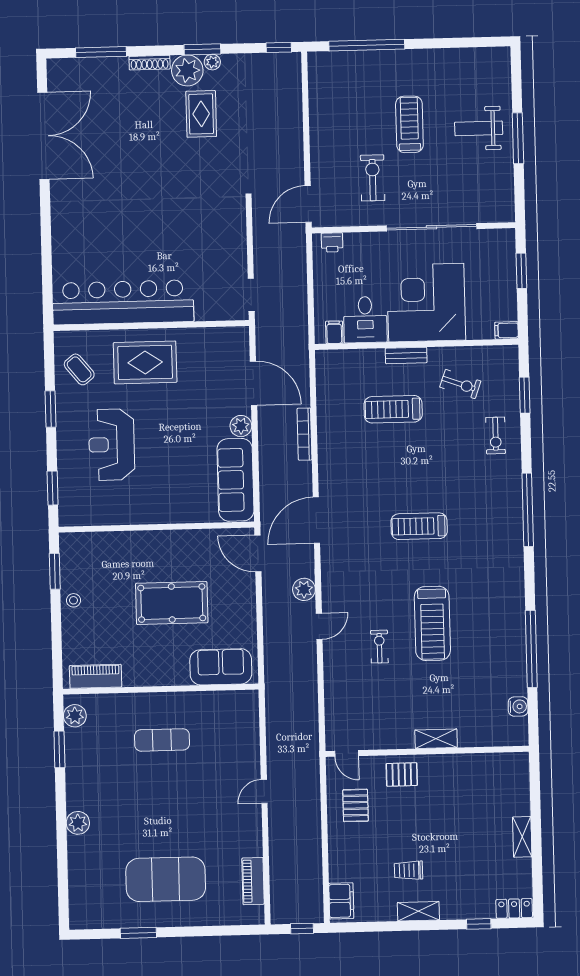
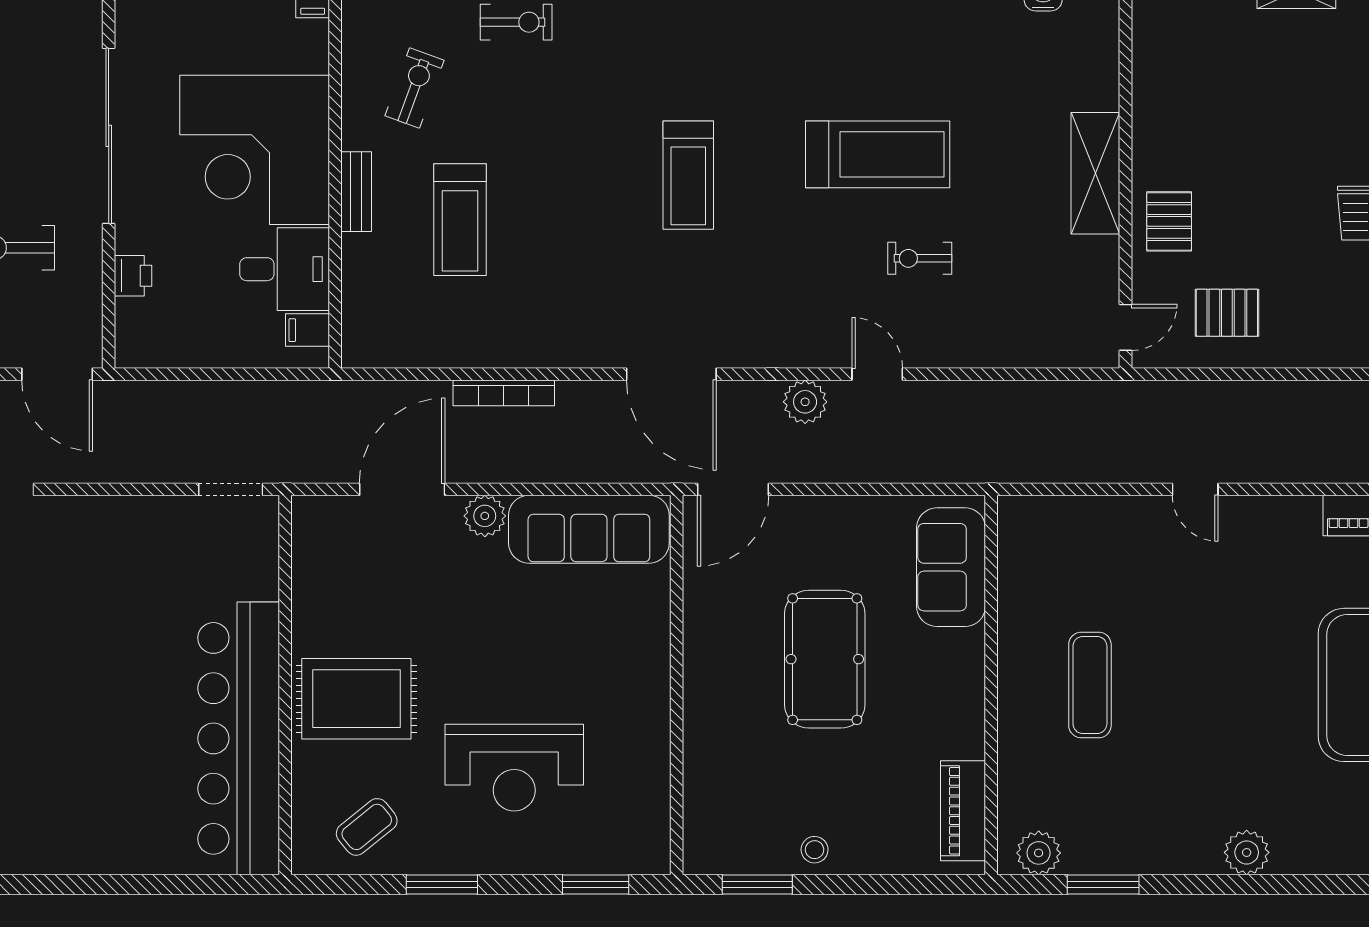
printer: (332, 242) -> (133, 276), moved
rug: (145, 362) -> (356, 699), turned 90
shelving: (436, 739) -> (1095, 173), width x1.50, depth x1.33

